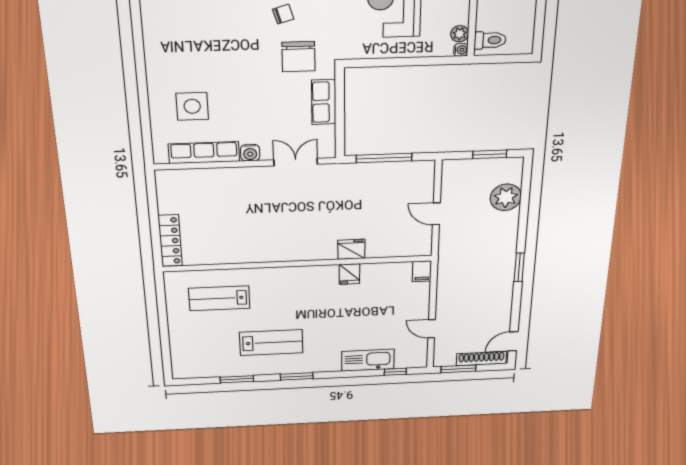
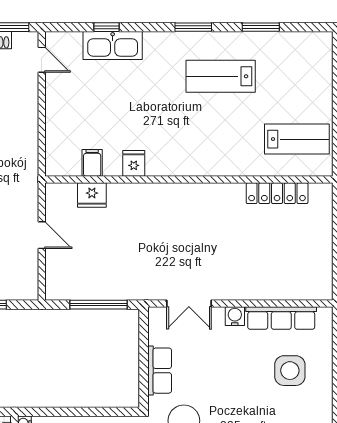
locker: (170, 241) -> (277, 193), moved, turned -90
fridge: (351, 249) -> (92, 195), moved
filing cabinet: (422, 271) -> (92, 163), moved
lab bench: (219, 298) -> (297, 139), moved
door: (432, 329) -> (42, 60), moved
window: (395, 372) -> (107, 27), moved

